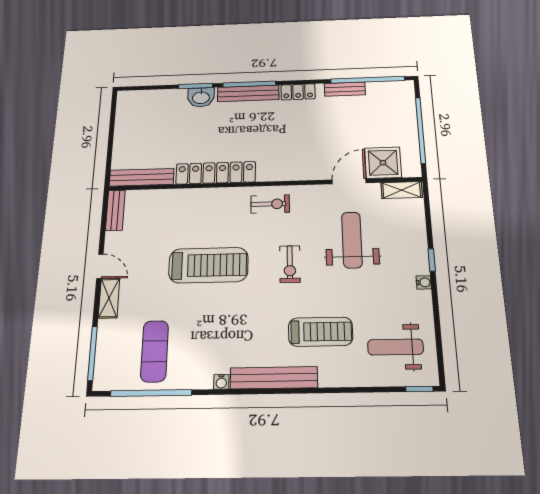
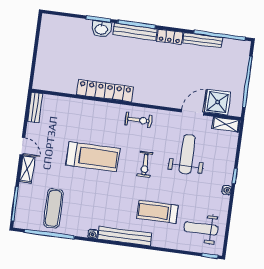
bench: (345, 89) -> (202, 40), width x1.36
bench: (142, 177) -> (54, 86), removed
treadmill: (321, 332) -> (157, 212), turned 180

